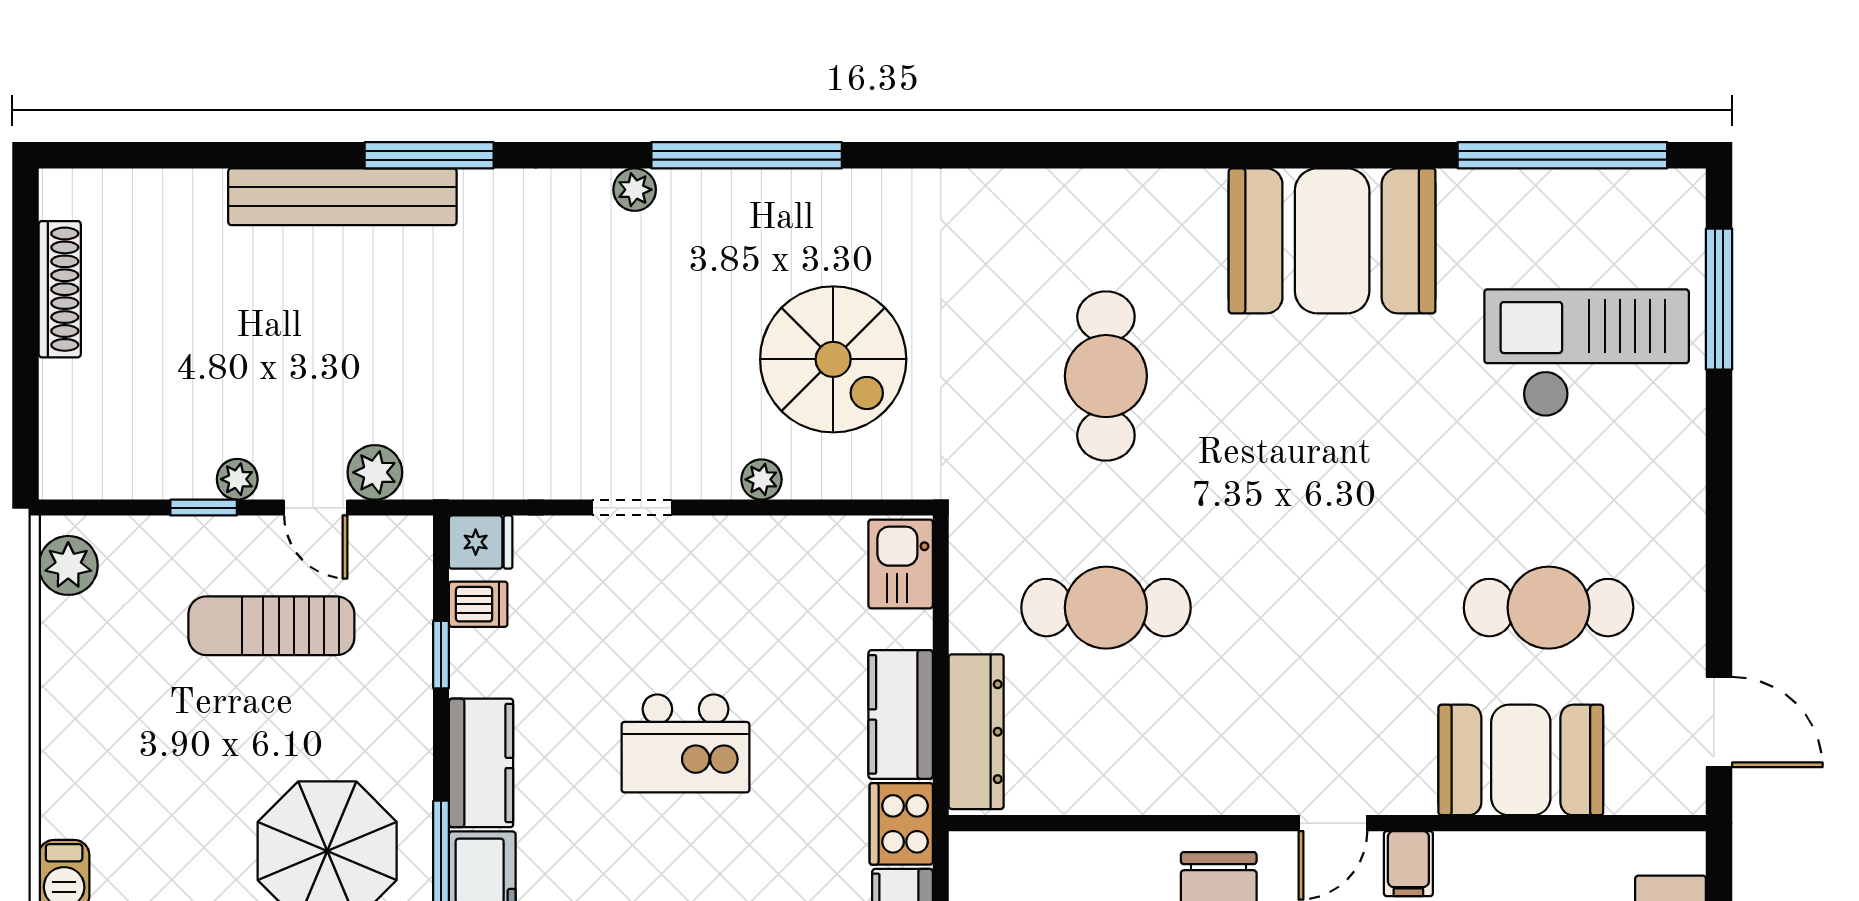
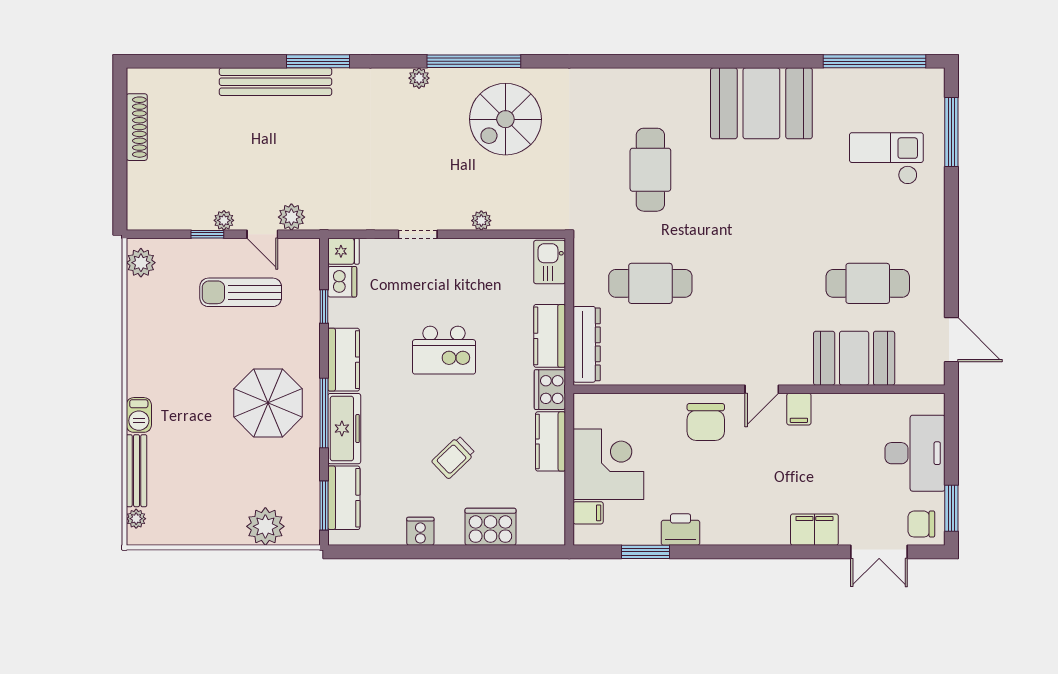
checkout: (1587, 353) -> (886, 158), width x0.73, depth x0.83
spiral stairs: (833, 359) -> (505, 119), moved, turned 90
dishwasher: (478, 604) -> (342, 282), width x1.38

